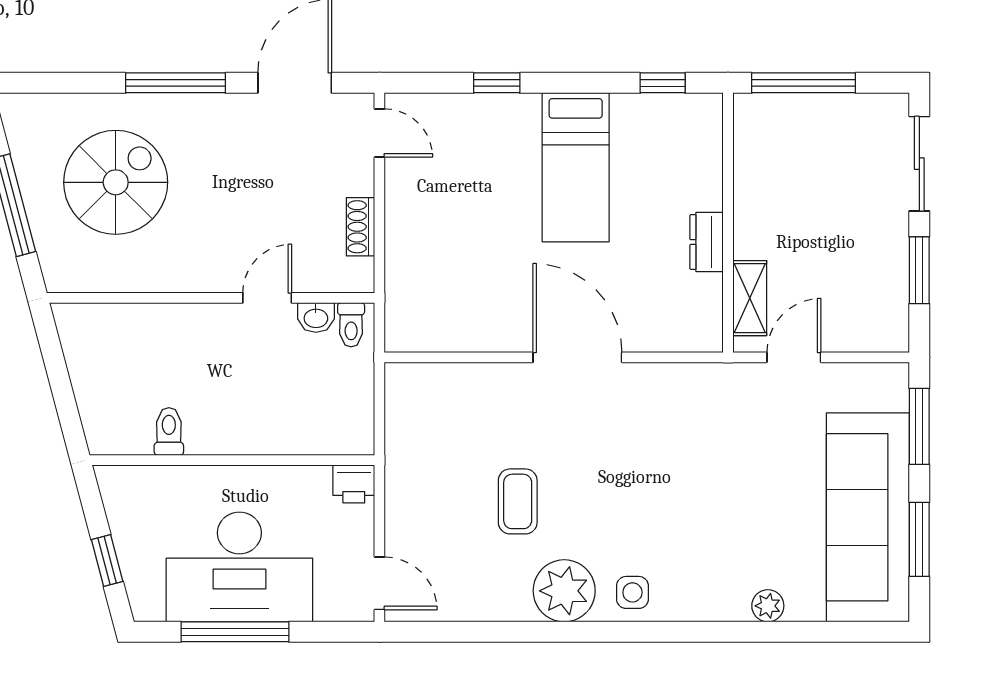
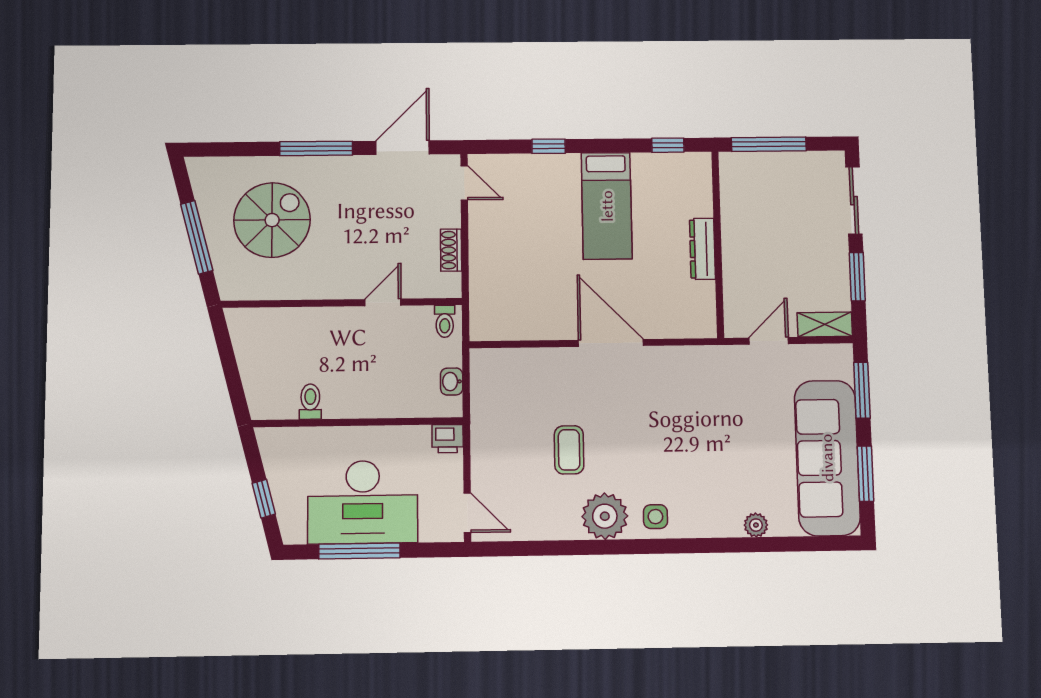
dresser: (707, 242) -> (702, 249), width x1.44
shelving: (750, 298) -> (825, 324), moved, turned 90
washbasin: (316, 317) -> (452, 382), moved, turned 90

